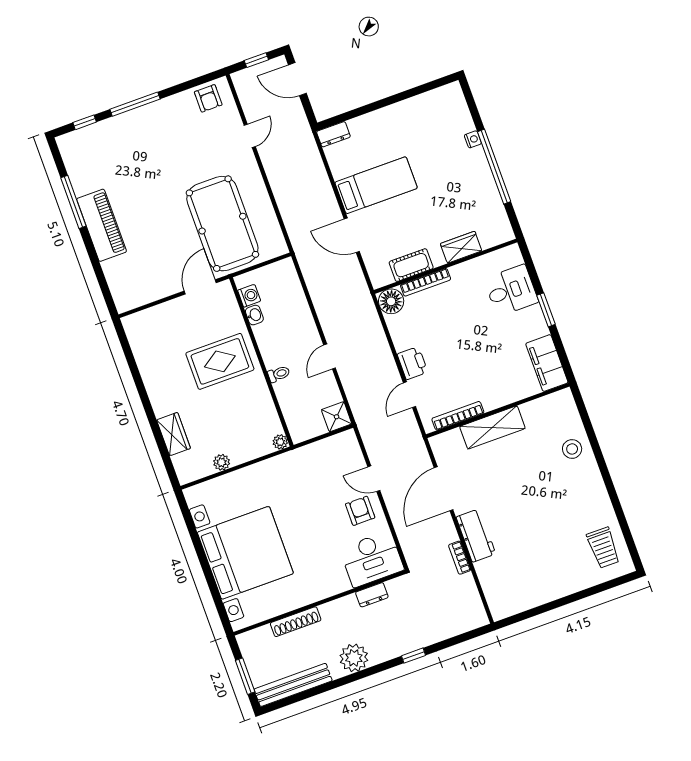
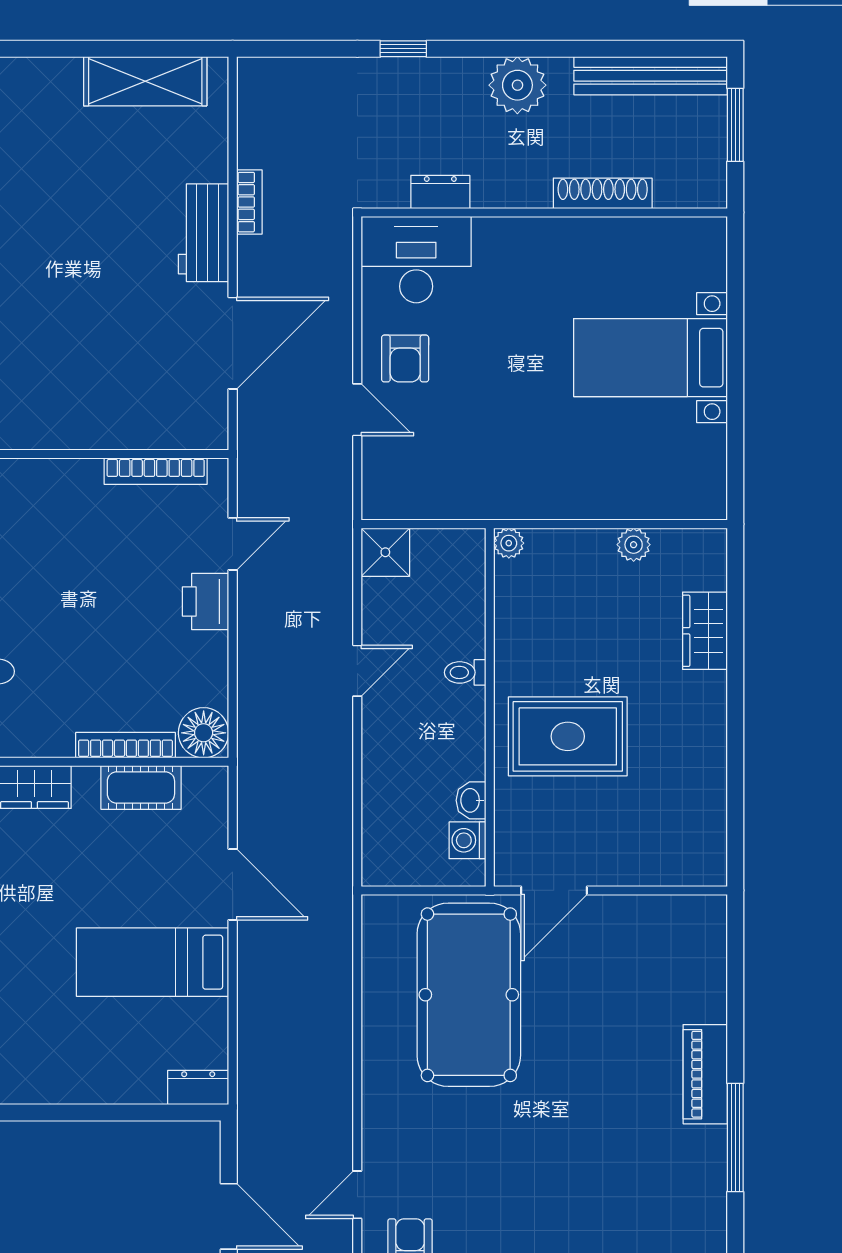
door: (250, 136) -> (357, 1195), moved
piano: (102, 225) -> (705, 1074), width x0.73, depth x0.75
shelving: (492, 427) -> (145, 81), moved
bed with nightstands: (245, 553) -> (650, 358), width x0.54

